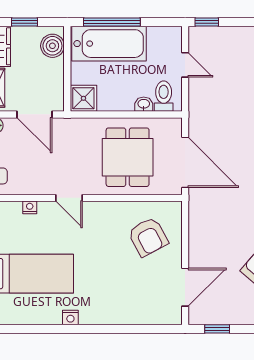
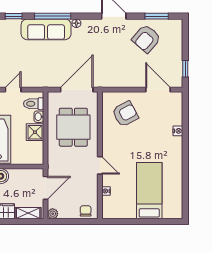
shower: (83, 98) -> (35, 132), moved
dining table: (128, 157) -> (73, 127), turned 90
door: (69, 198) -> (100, 165), hinge flipped
nightstand: (70, 318) -> (178, 131), moved

